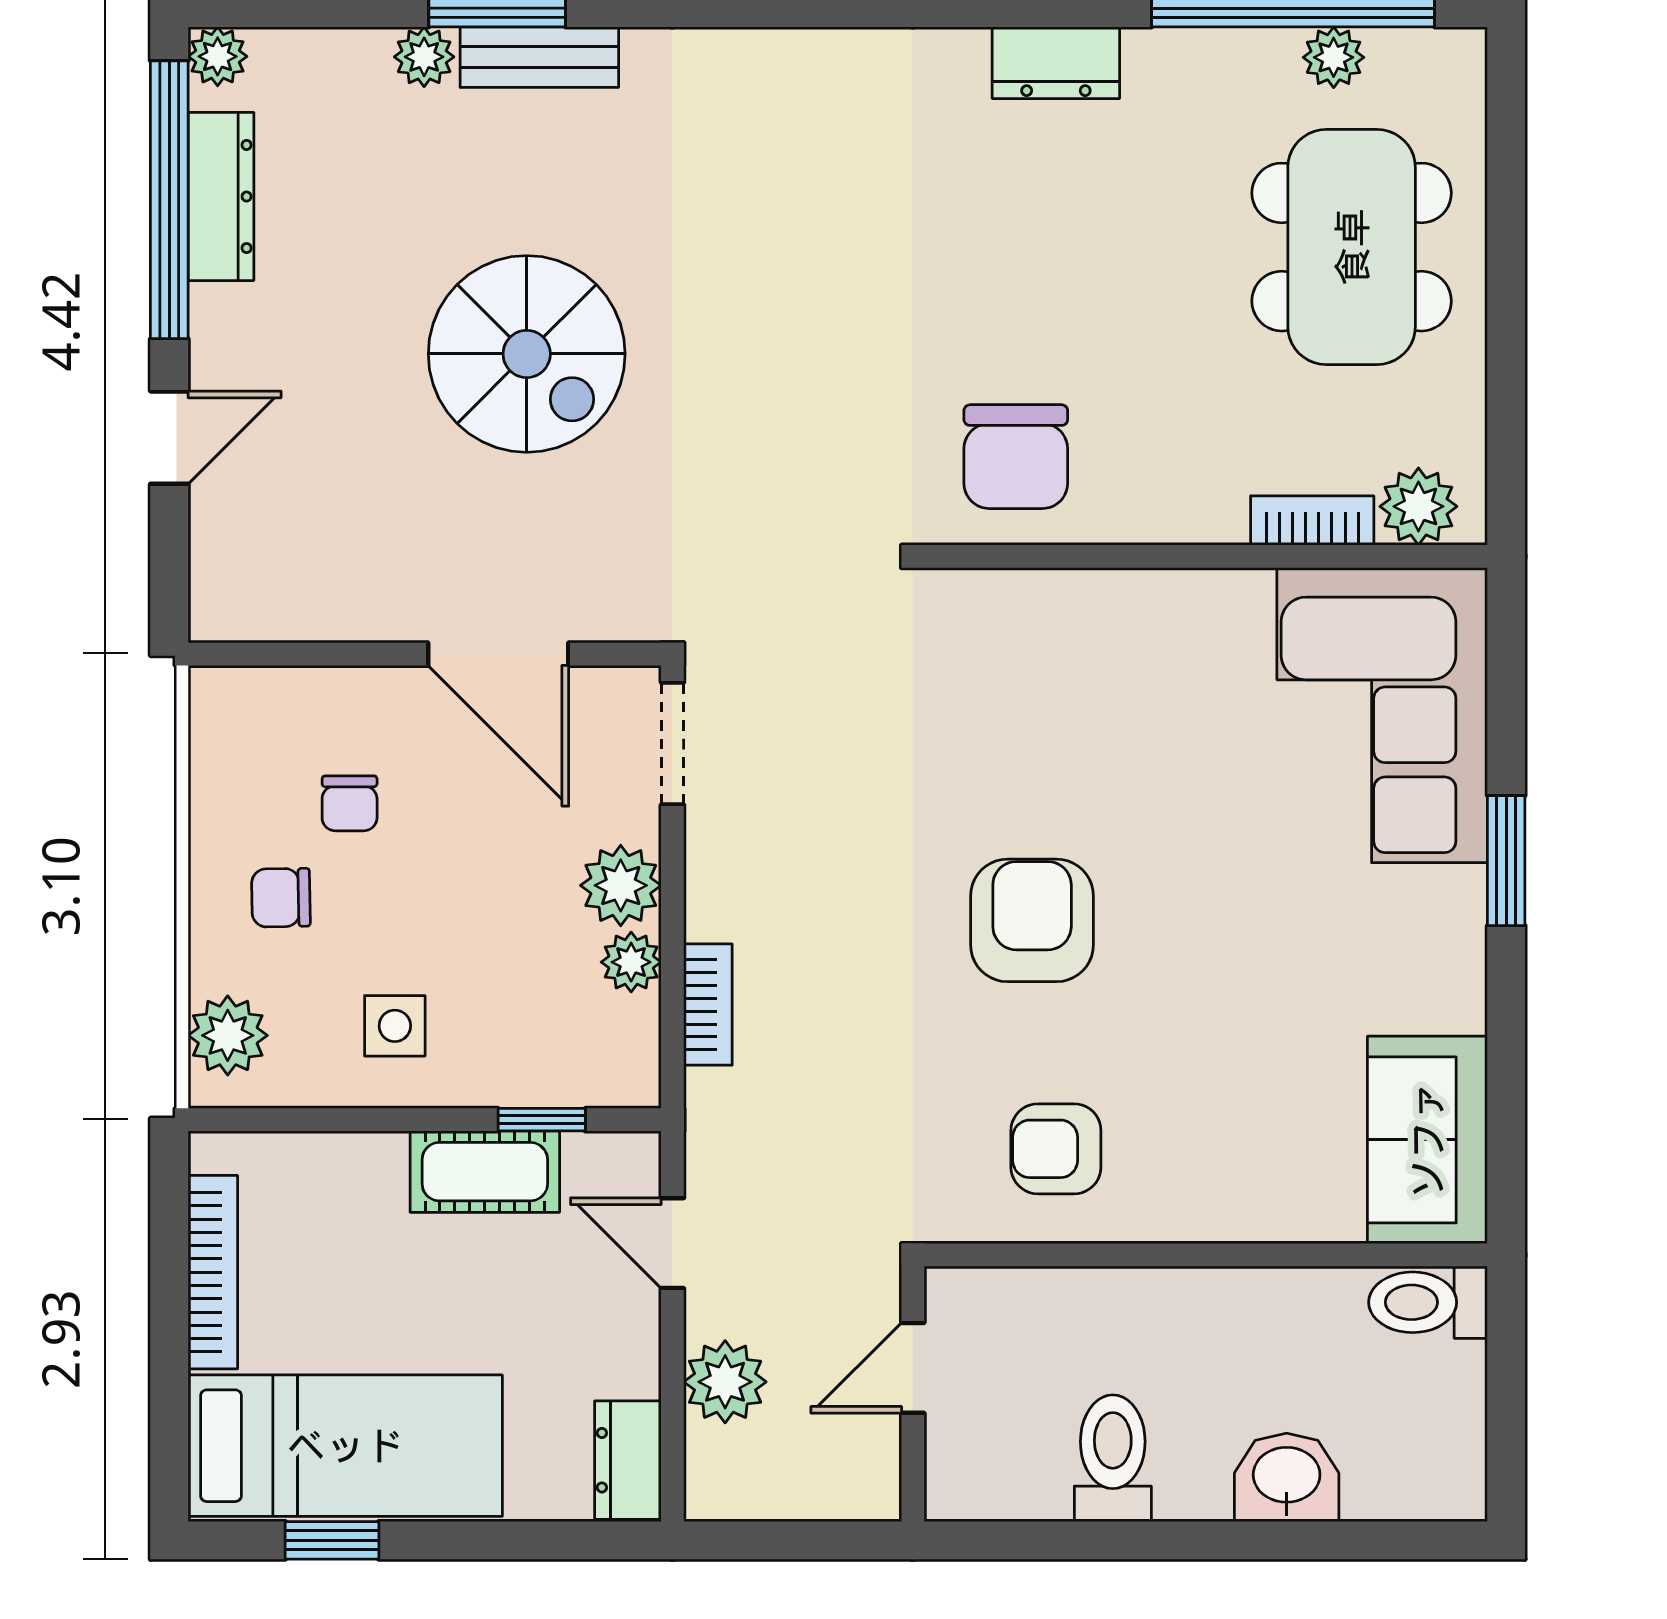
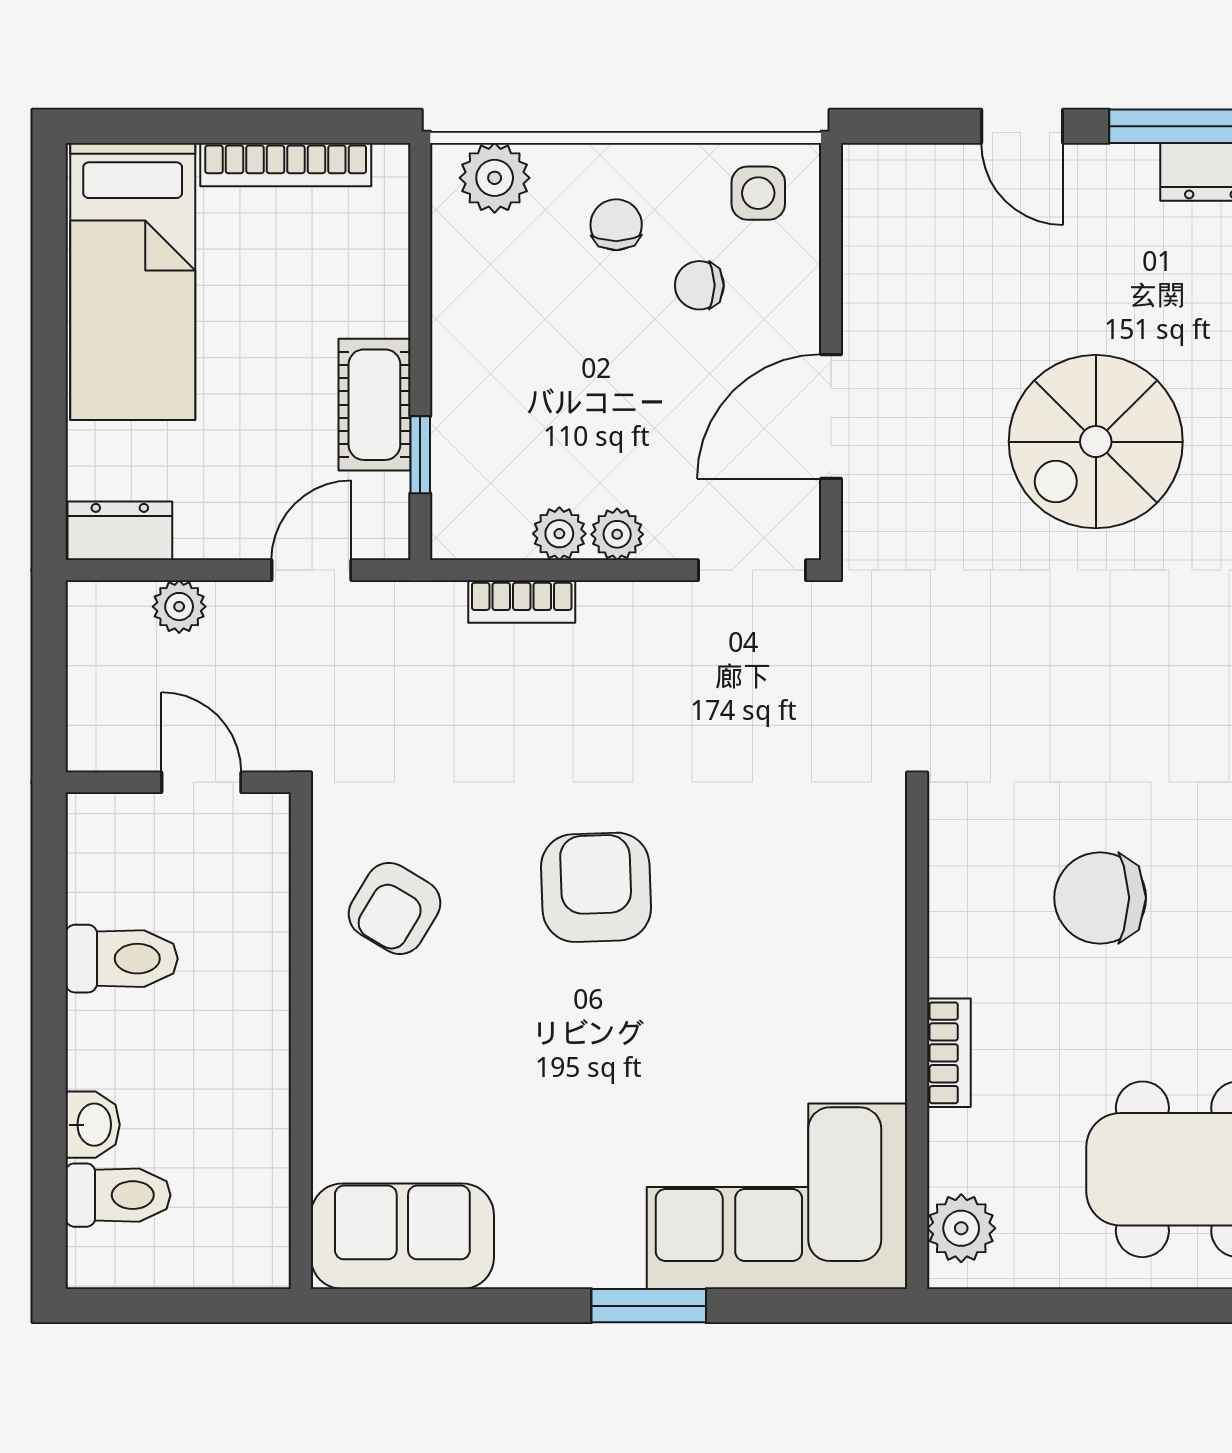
chair: (1016, 457) -> (1100, 898), moved
bookcase: (1312, 520) -> (949, 1053), moved
plant: (621, 885) -> (617, 534), width x0.73, depth x0.73
armchair: (1032, 920) -> (596, 887), turned -92
side table: (395, 1026) -> (758, 193), moved
armchair: (1056, 1149) -> (395, 908), turned -149
toilet: (1428, 1302) -> (118, 1195), moved, turned 90
plant: (725, 1382) -> (179, 607), width x0.73, depth x0.73
washbasin: (1287, 1477) -> (93, 1125), width x0.72, depth x0.69
window: (332, 1540) -> (49, 270), removed

